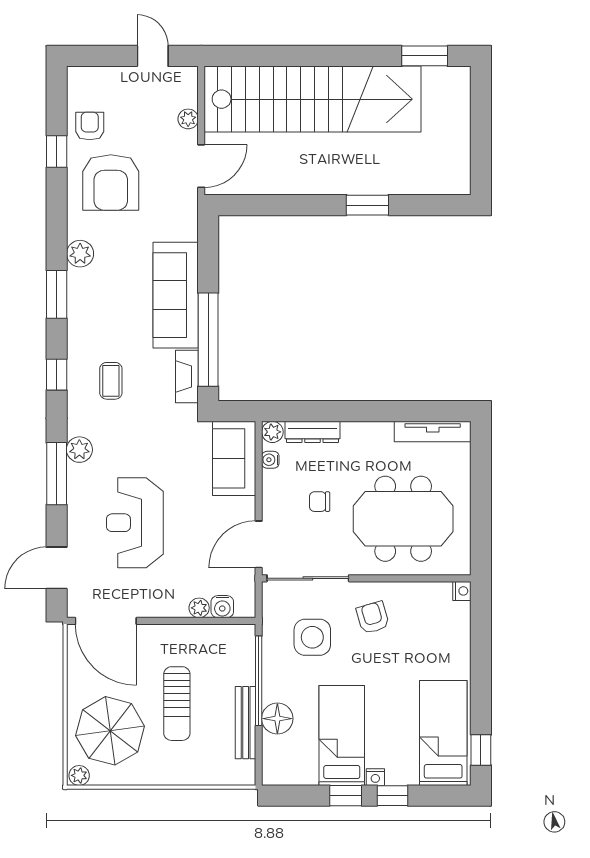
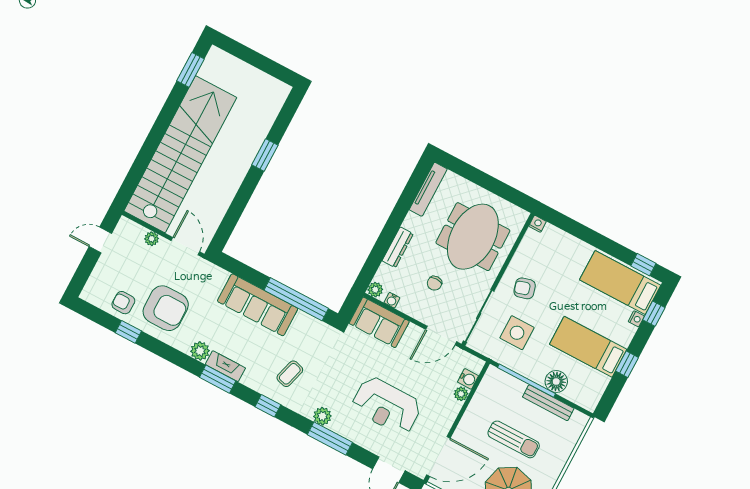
fireplace: (187, 377) -> (225, 366), moved, turned 180
coffee table: (111, 381) -> (290, 374), turned -74
dresser: (312, 432) -> (398, 247), moved
door: (259, 544) -> (441, 335), hinge flipped
nightstand: (375, 777) -> (636, 319), moved
window: (392, 796) -> (654, 314), moved

